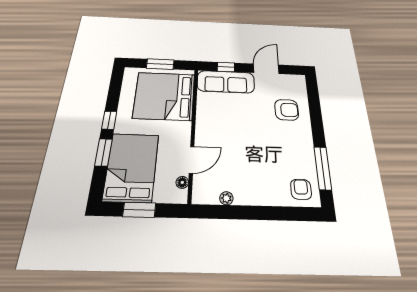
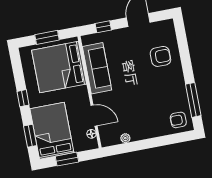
sofa: (226, 82) -> (97, 68), moved, turned -90
window: (104, 152) -> (30, 136), moved
door: (192, 160) -> (94, 115), hinge flipped
armchair: (301, 189) -> (178, 120), turned -90

